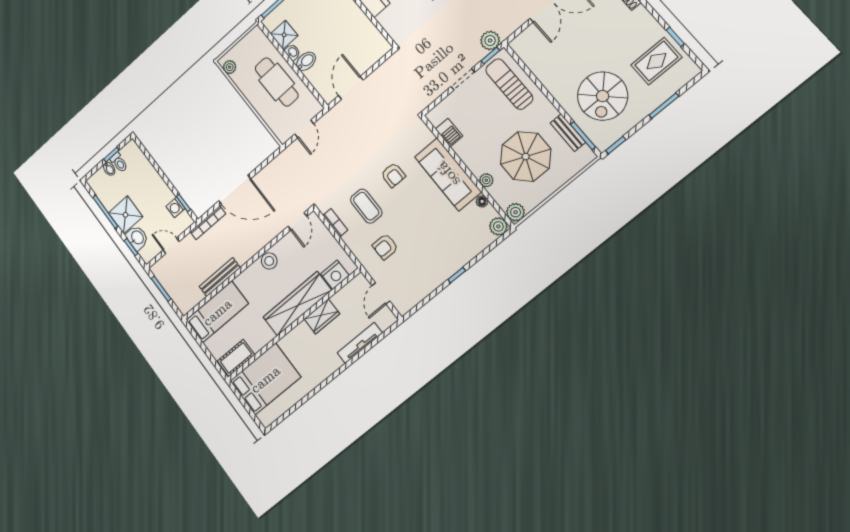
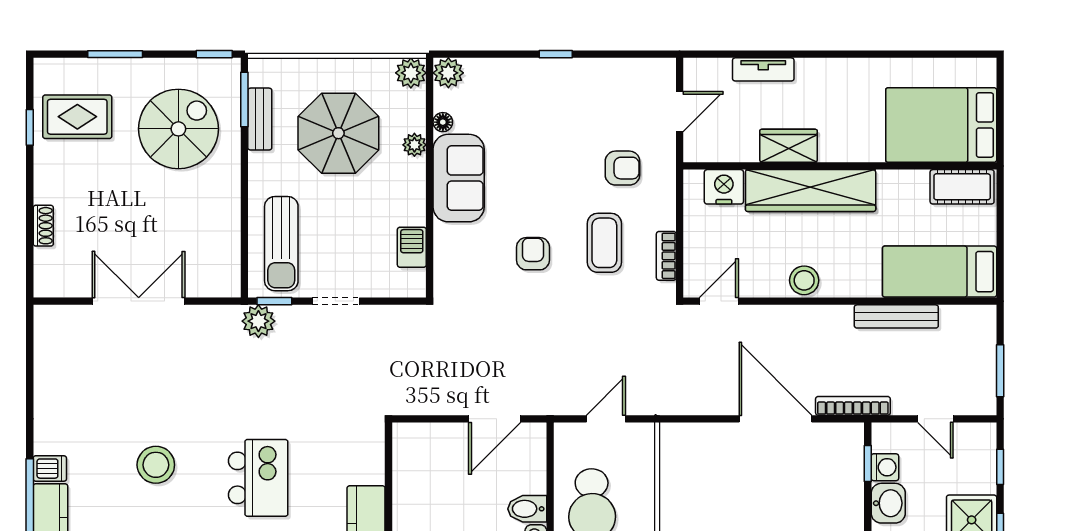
sofa: (448, 174) -> (459, 178), width x0.73
washbasin: (137, 238) -> (888, 503), moved, turned 180
tv unit: (360, 343) -> (763, 69), width x0.71

